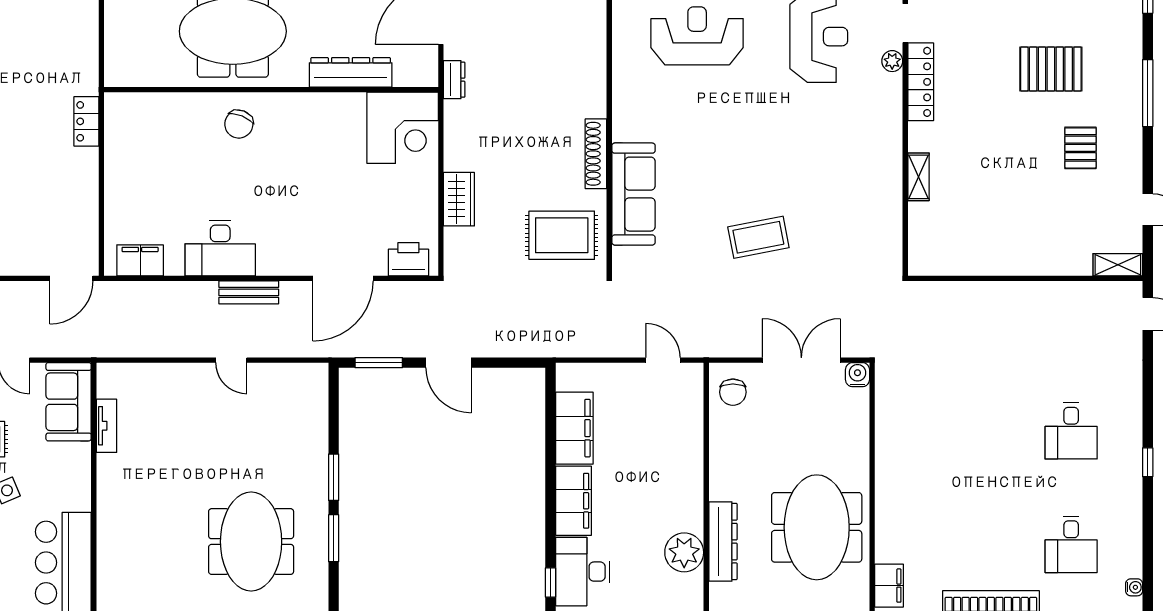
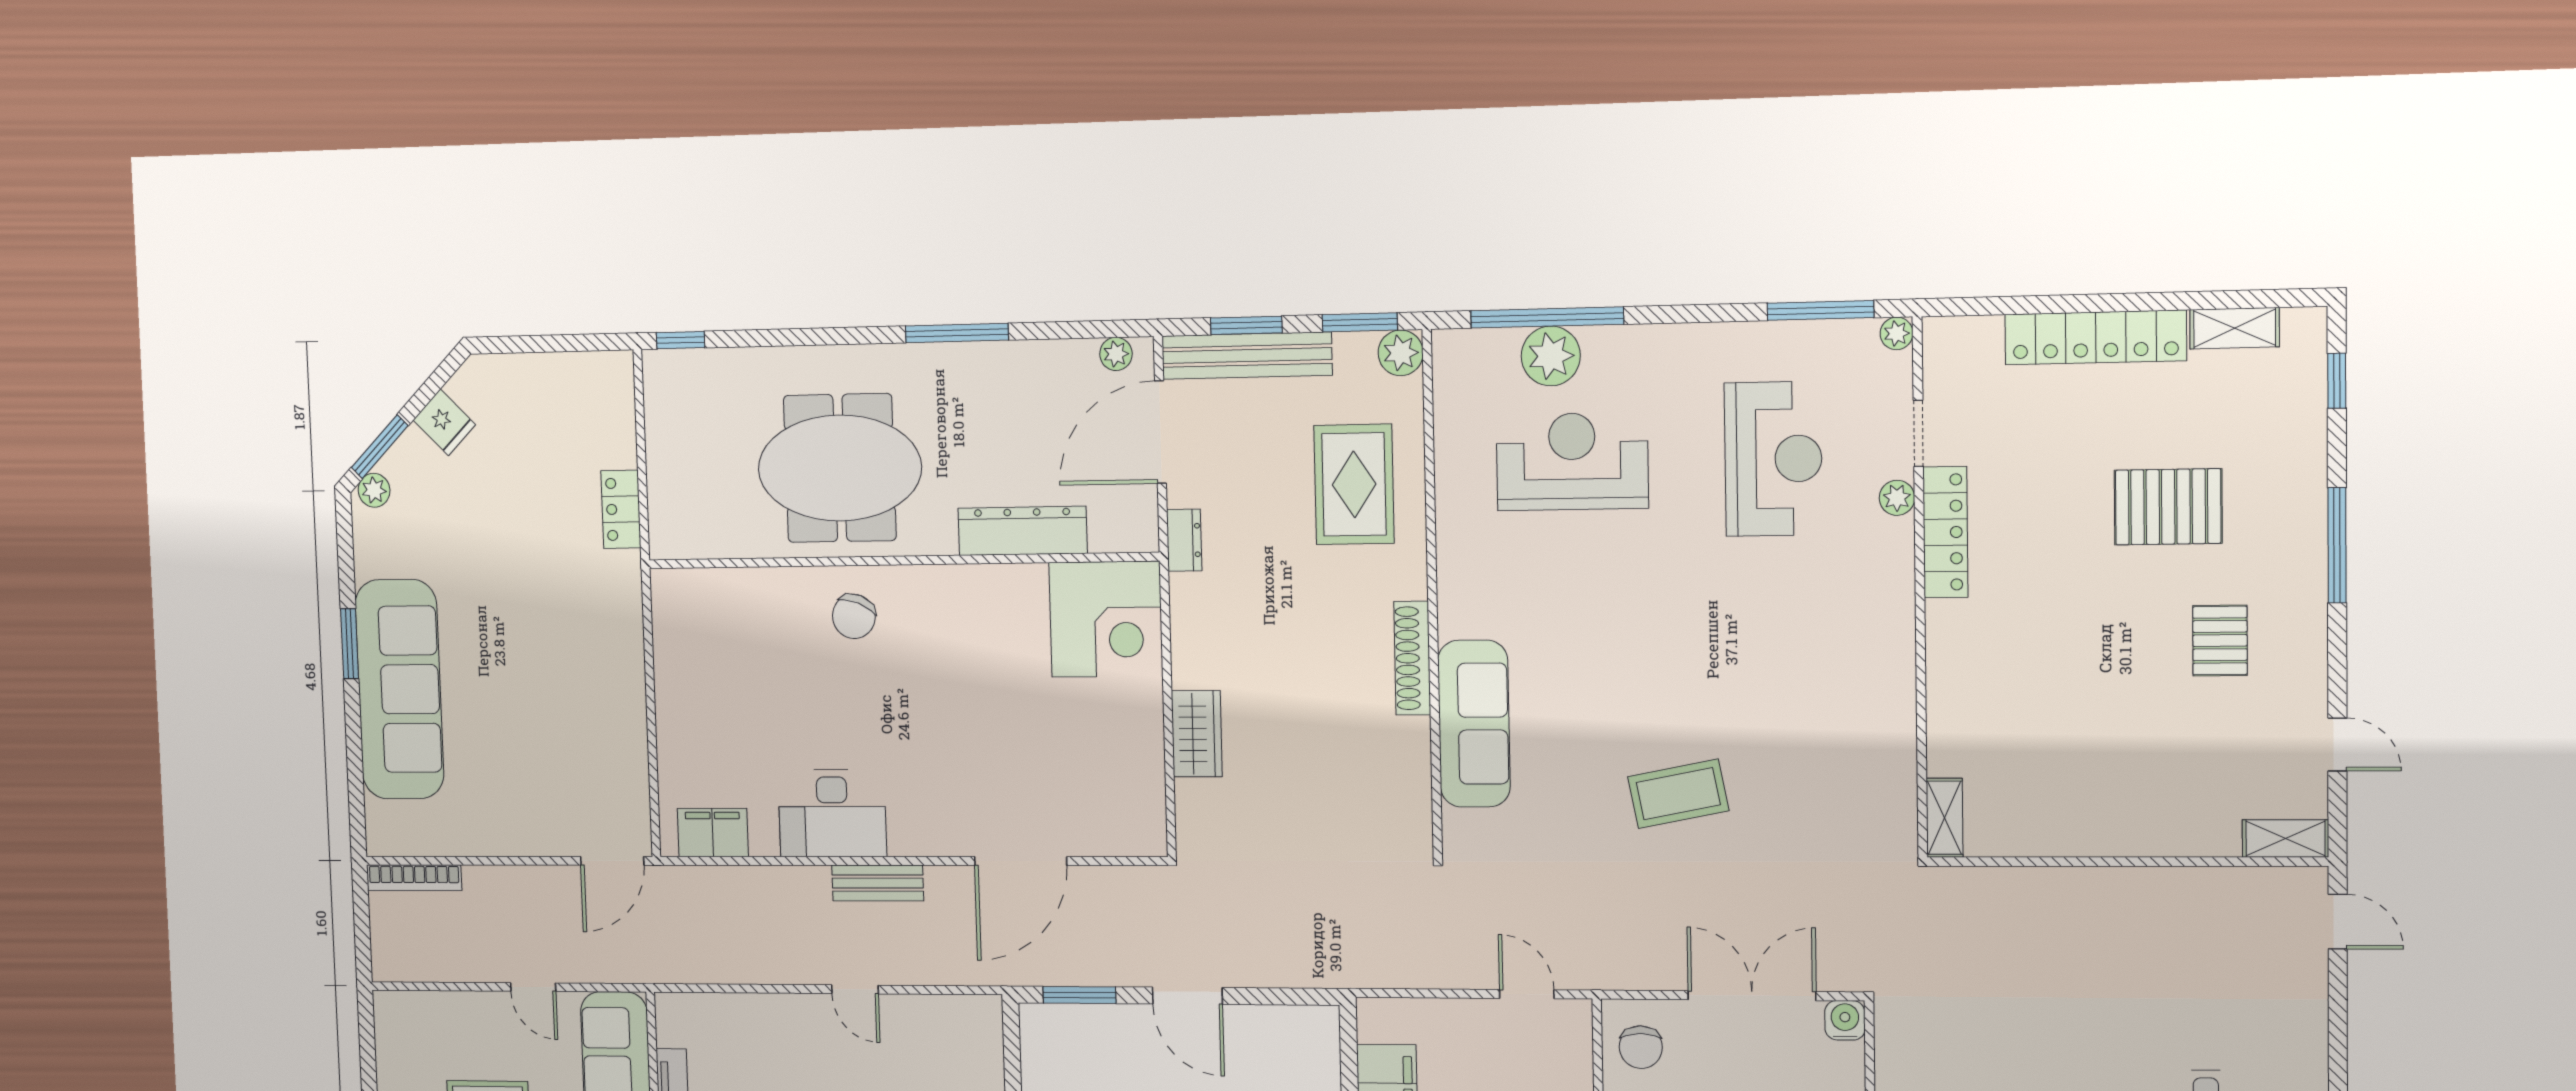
locker: (86, 121) -> (621, 509), moved
shelving: (918, 177) -> (1945, 818), moved
rug: (562, 235) -> (1354, 484), moved, turned 90
printer: (408, 259) -> (1121, 830), removed

